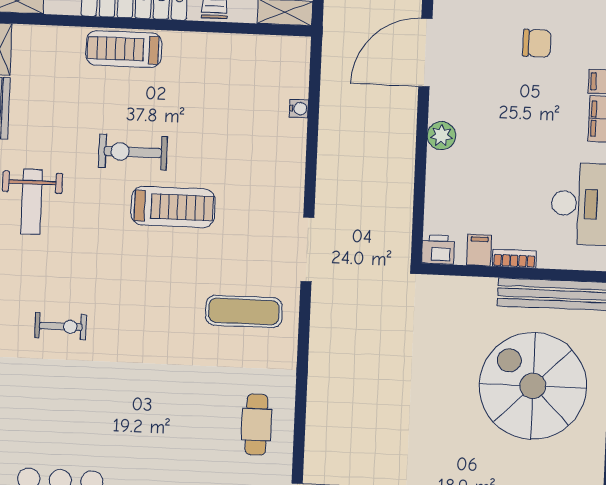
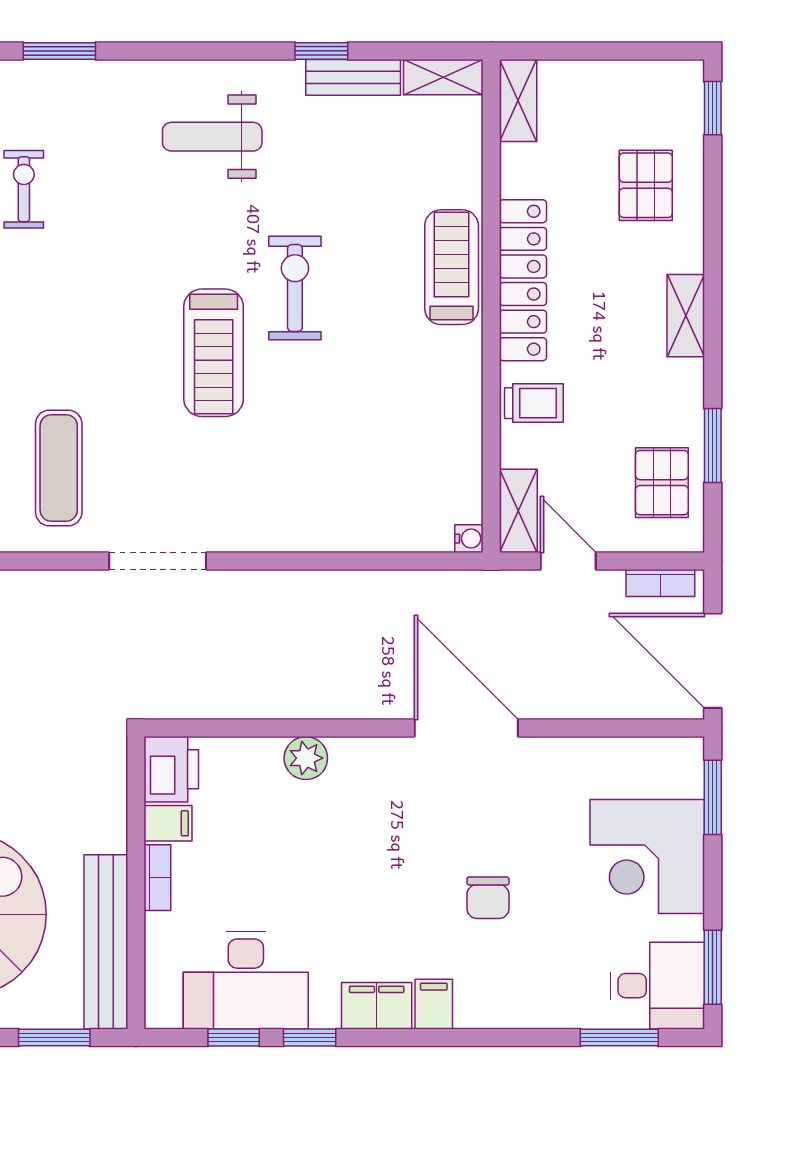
water cooler: (299, 109) -> (469, 539), moved, turned -90
plant: (441, 136) -> (306, 758), moved
printer: (438, 250) -> (171, 769), width x1.36, depth x1.24
exercise bike: (61, 326) -> (24, 189), turned 180

